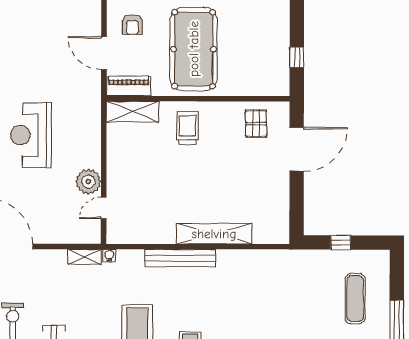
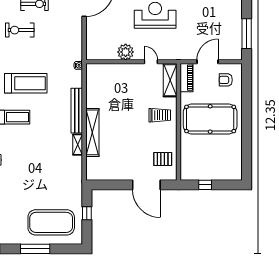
door: (104, 208) -> (151, 62), moved
shelving: (85, 257) -> (78, 145), moved
exercise mat: (355, 299) -> (51, 222), width x2.00, depth x1.45

